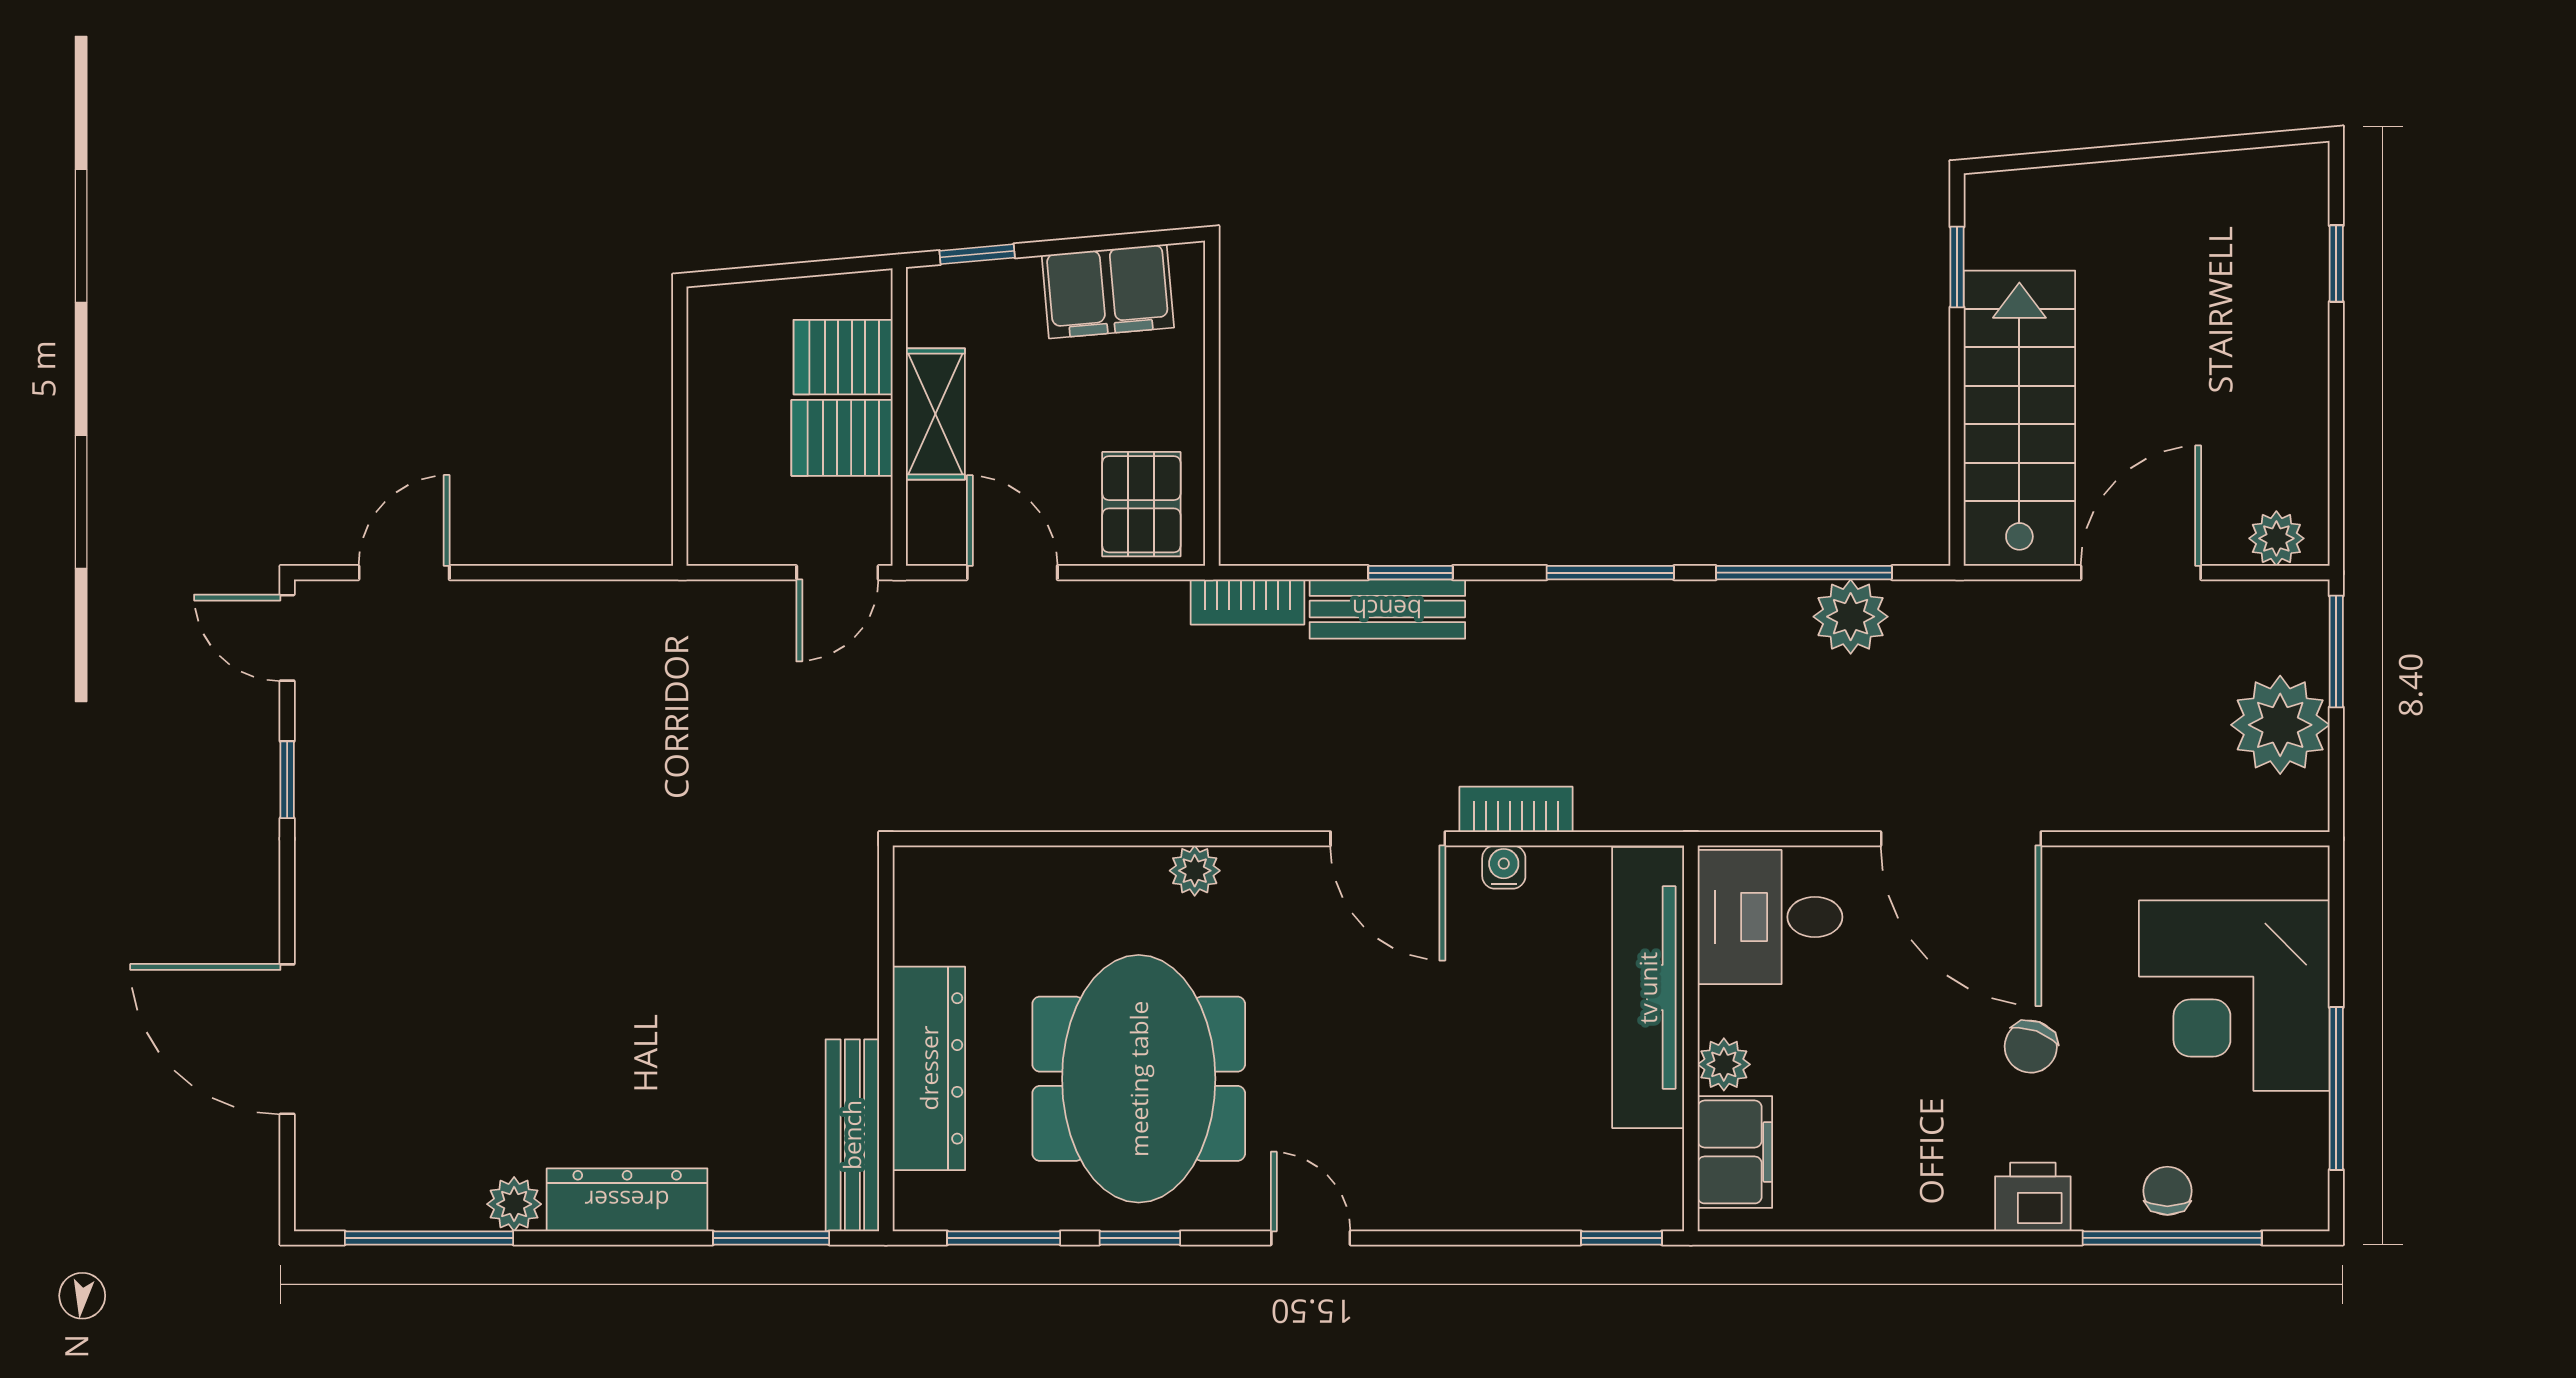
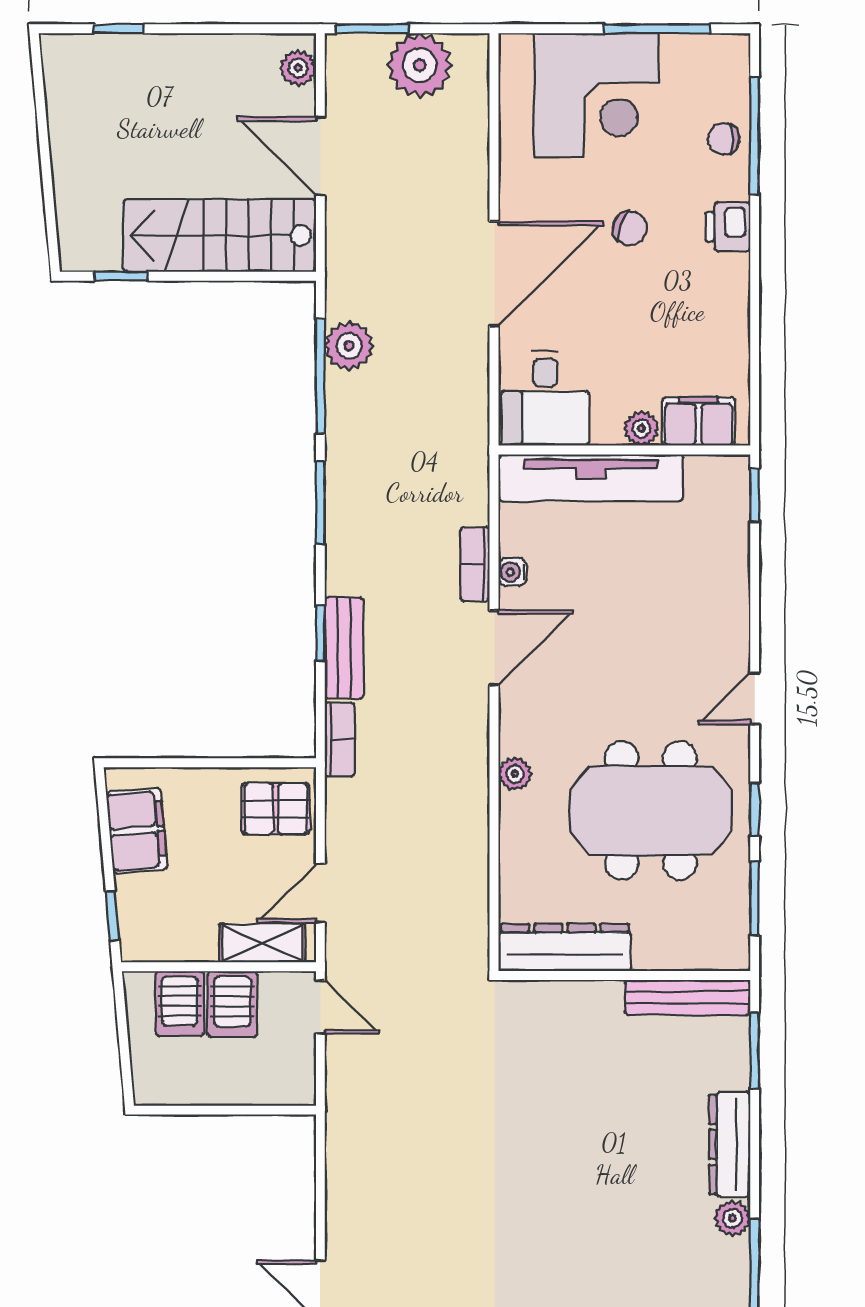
shelving: (935, 414) -> (262, 943), moved
dresser: (929, 1068) -> (565, 947), moved

